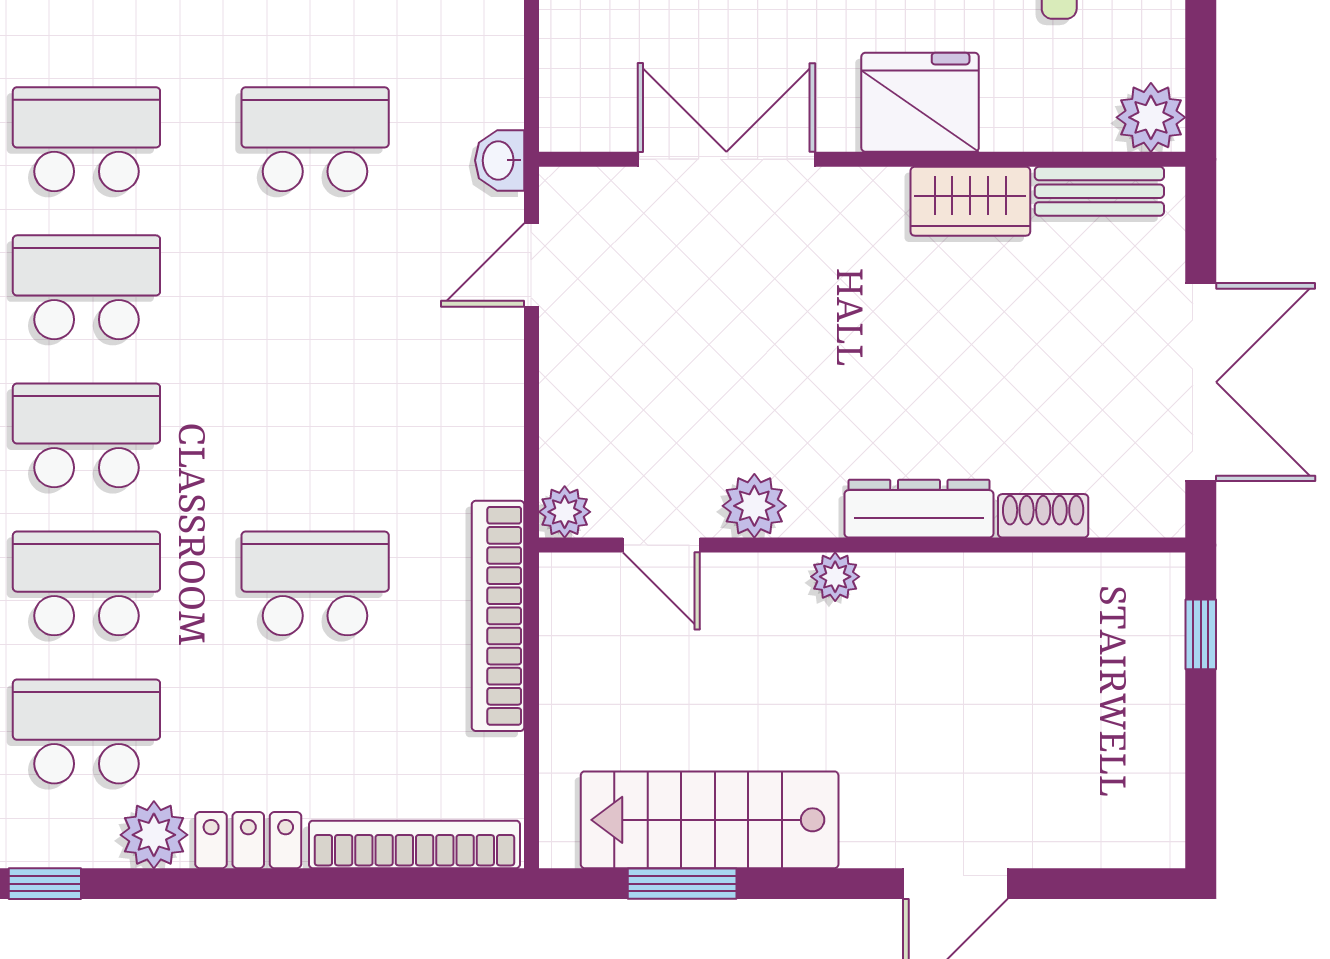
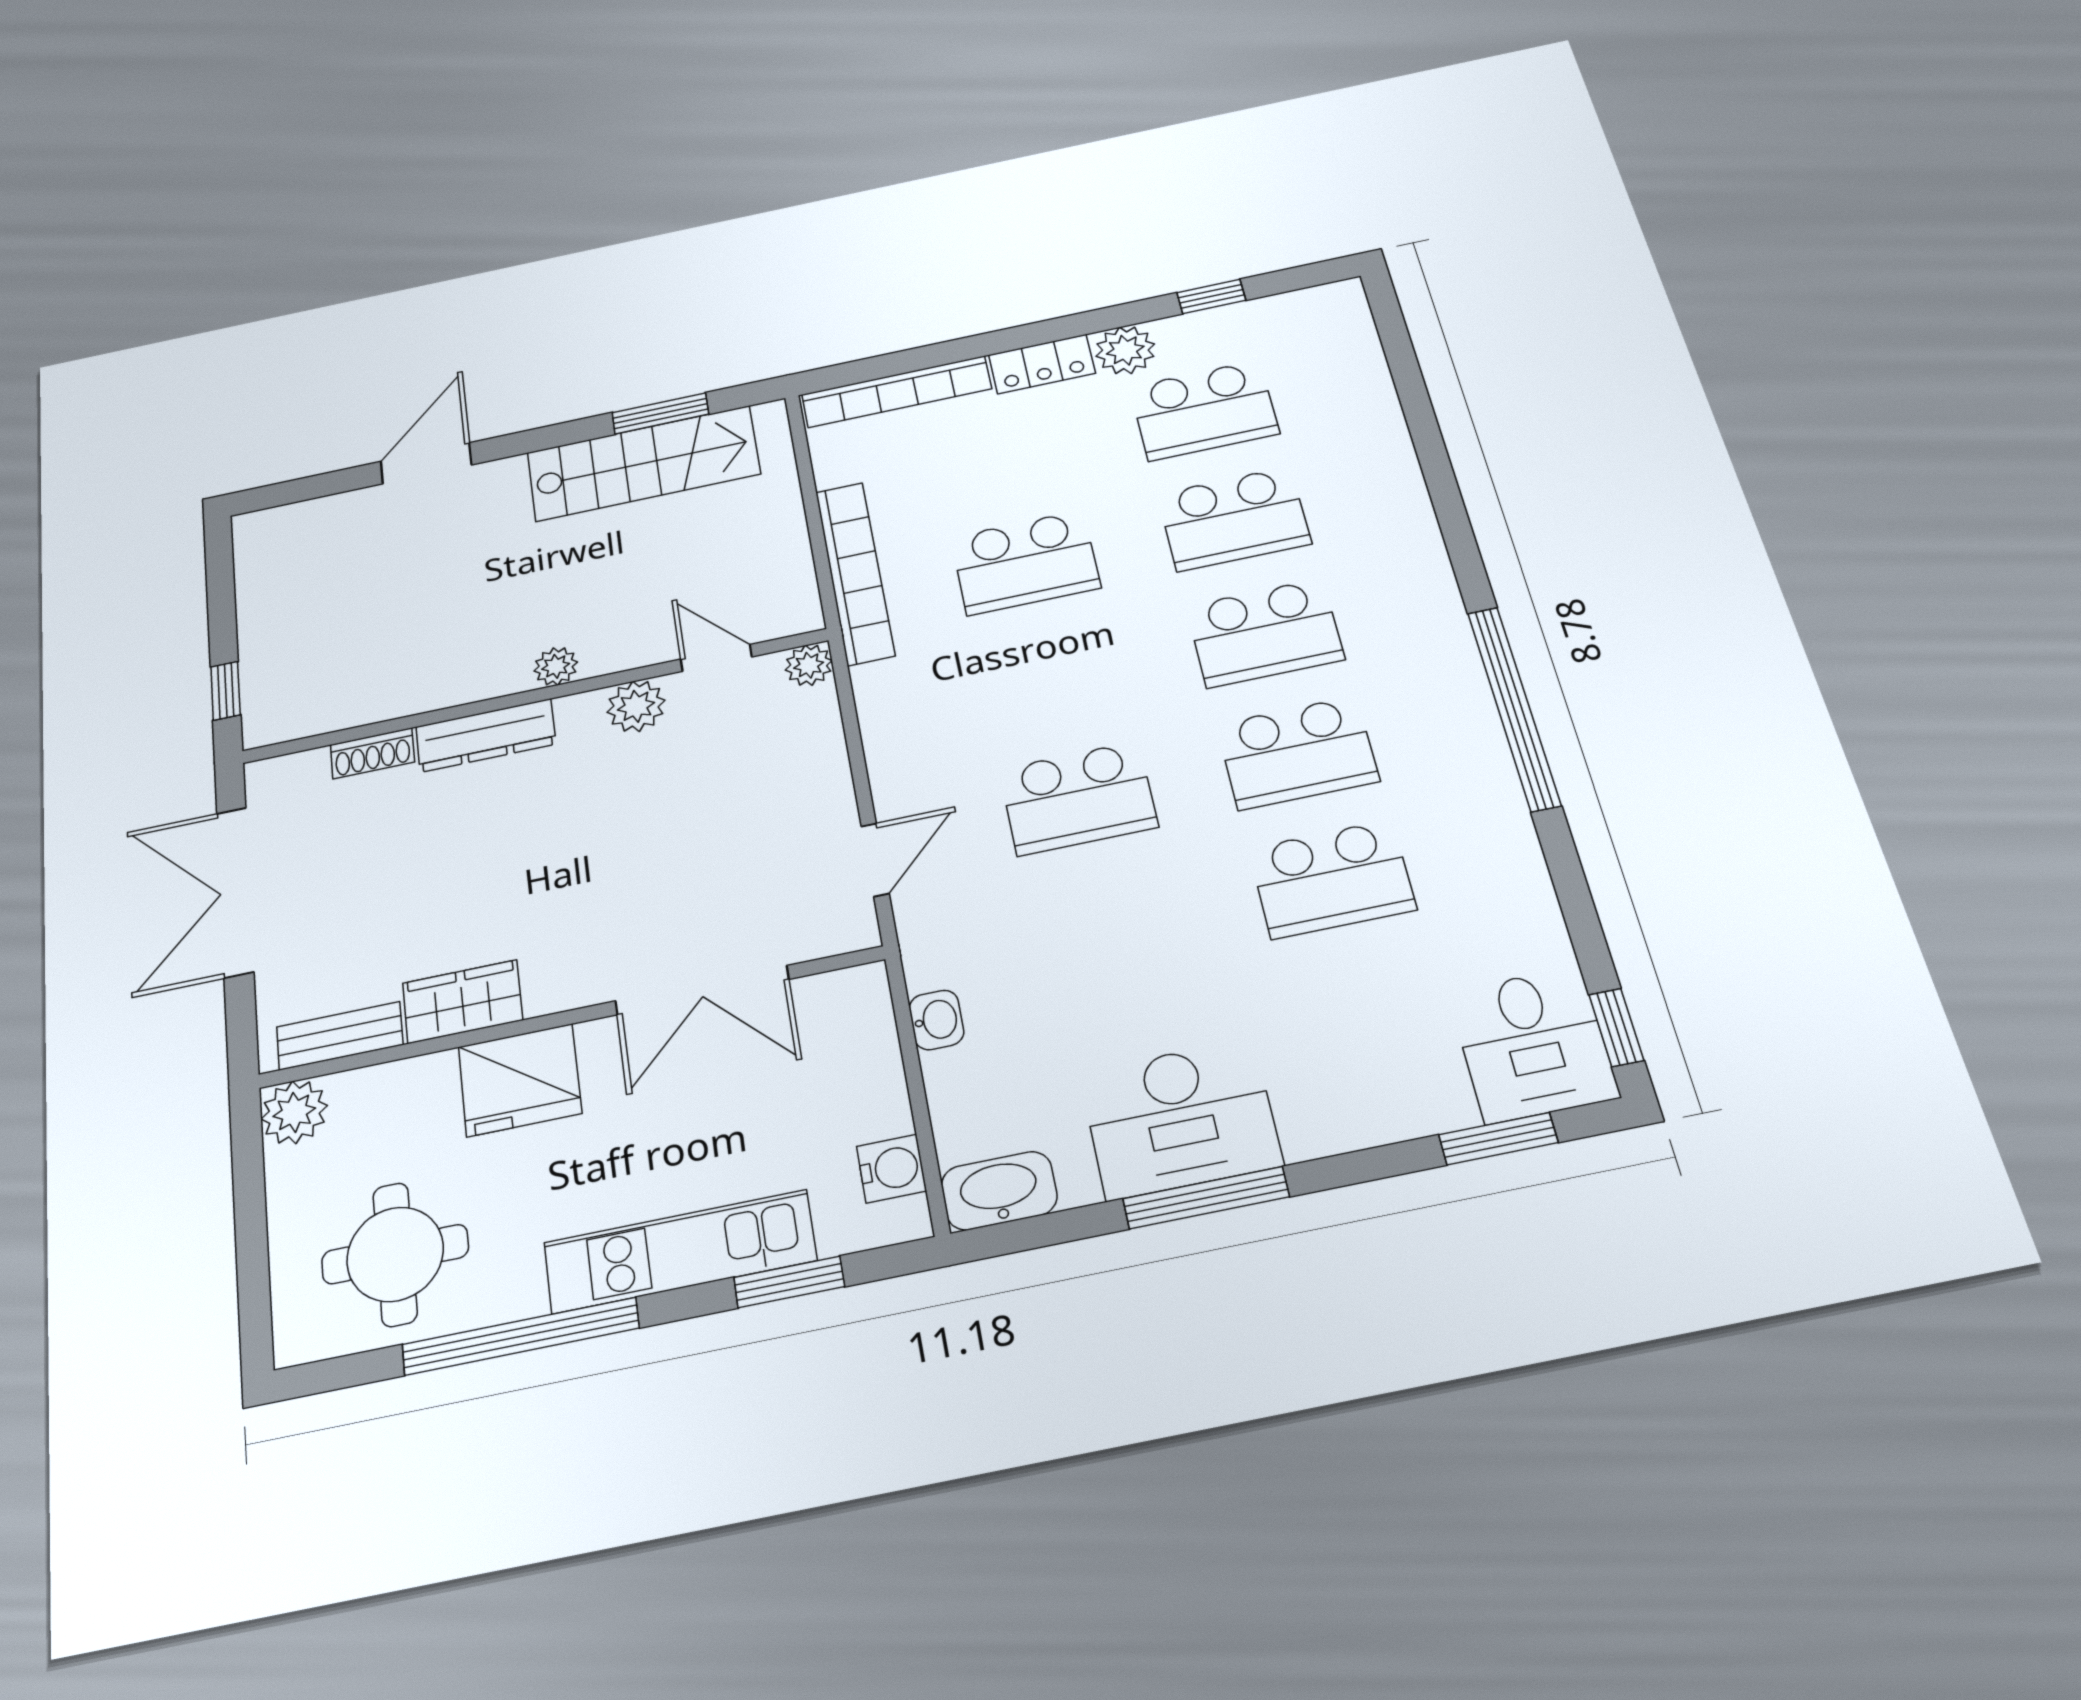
school desk: (315, 139) -> (1078, 798), moved
washbasin: (500, 160) -> (936, 1020), moved

